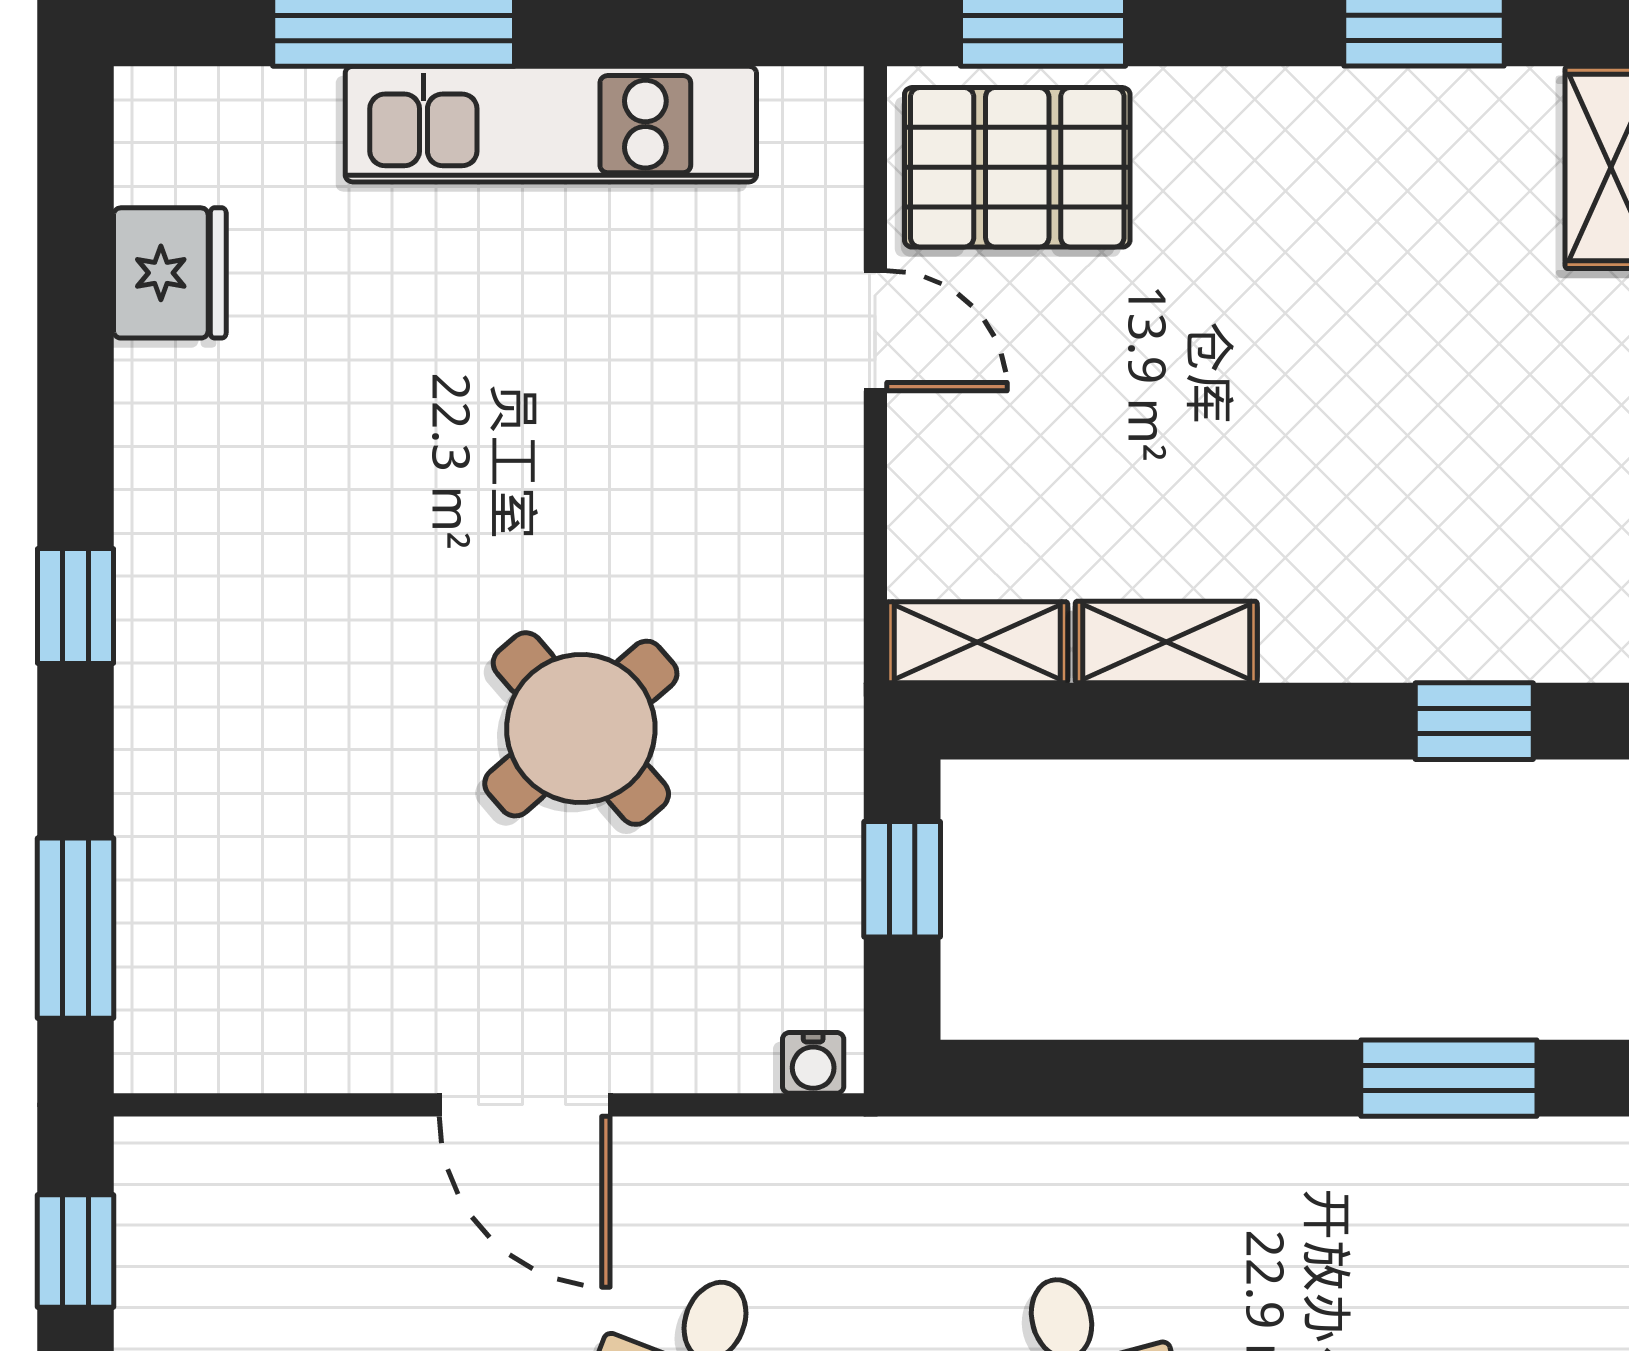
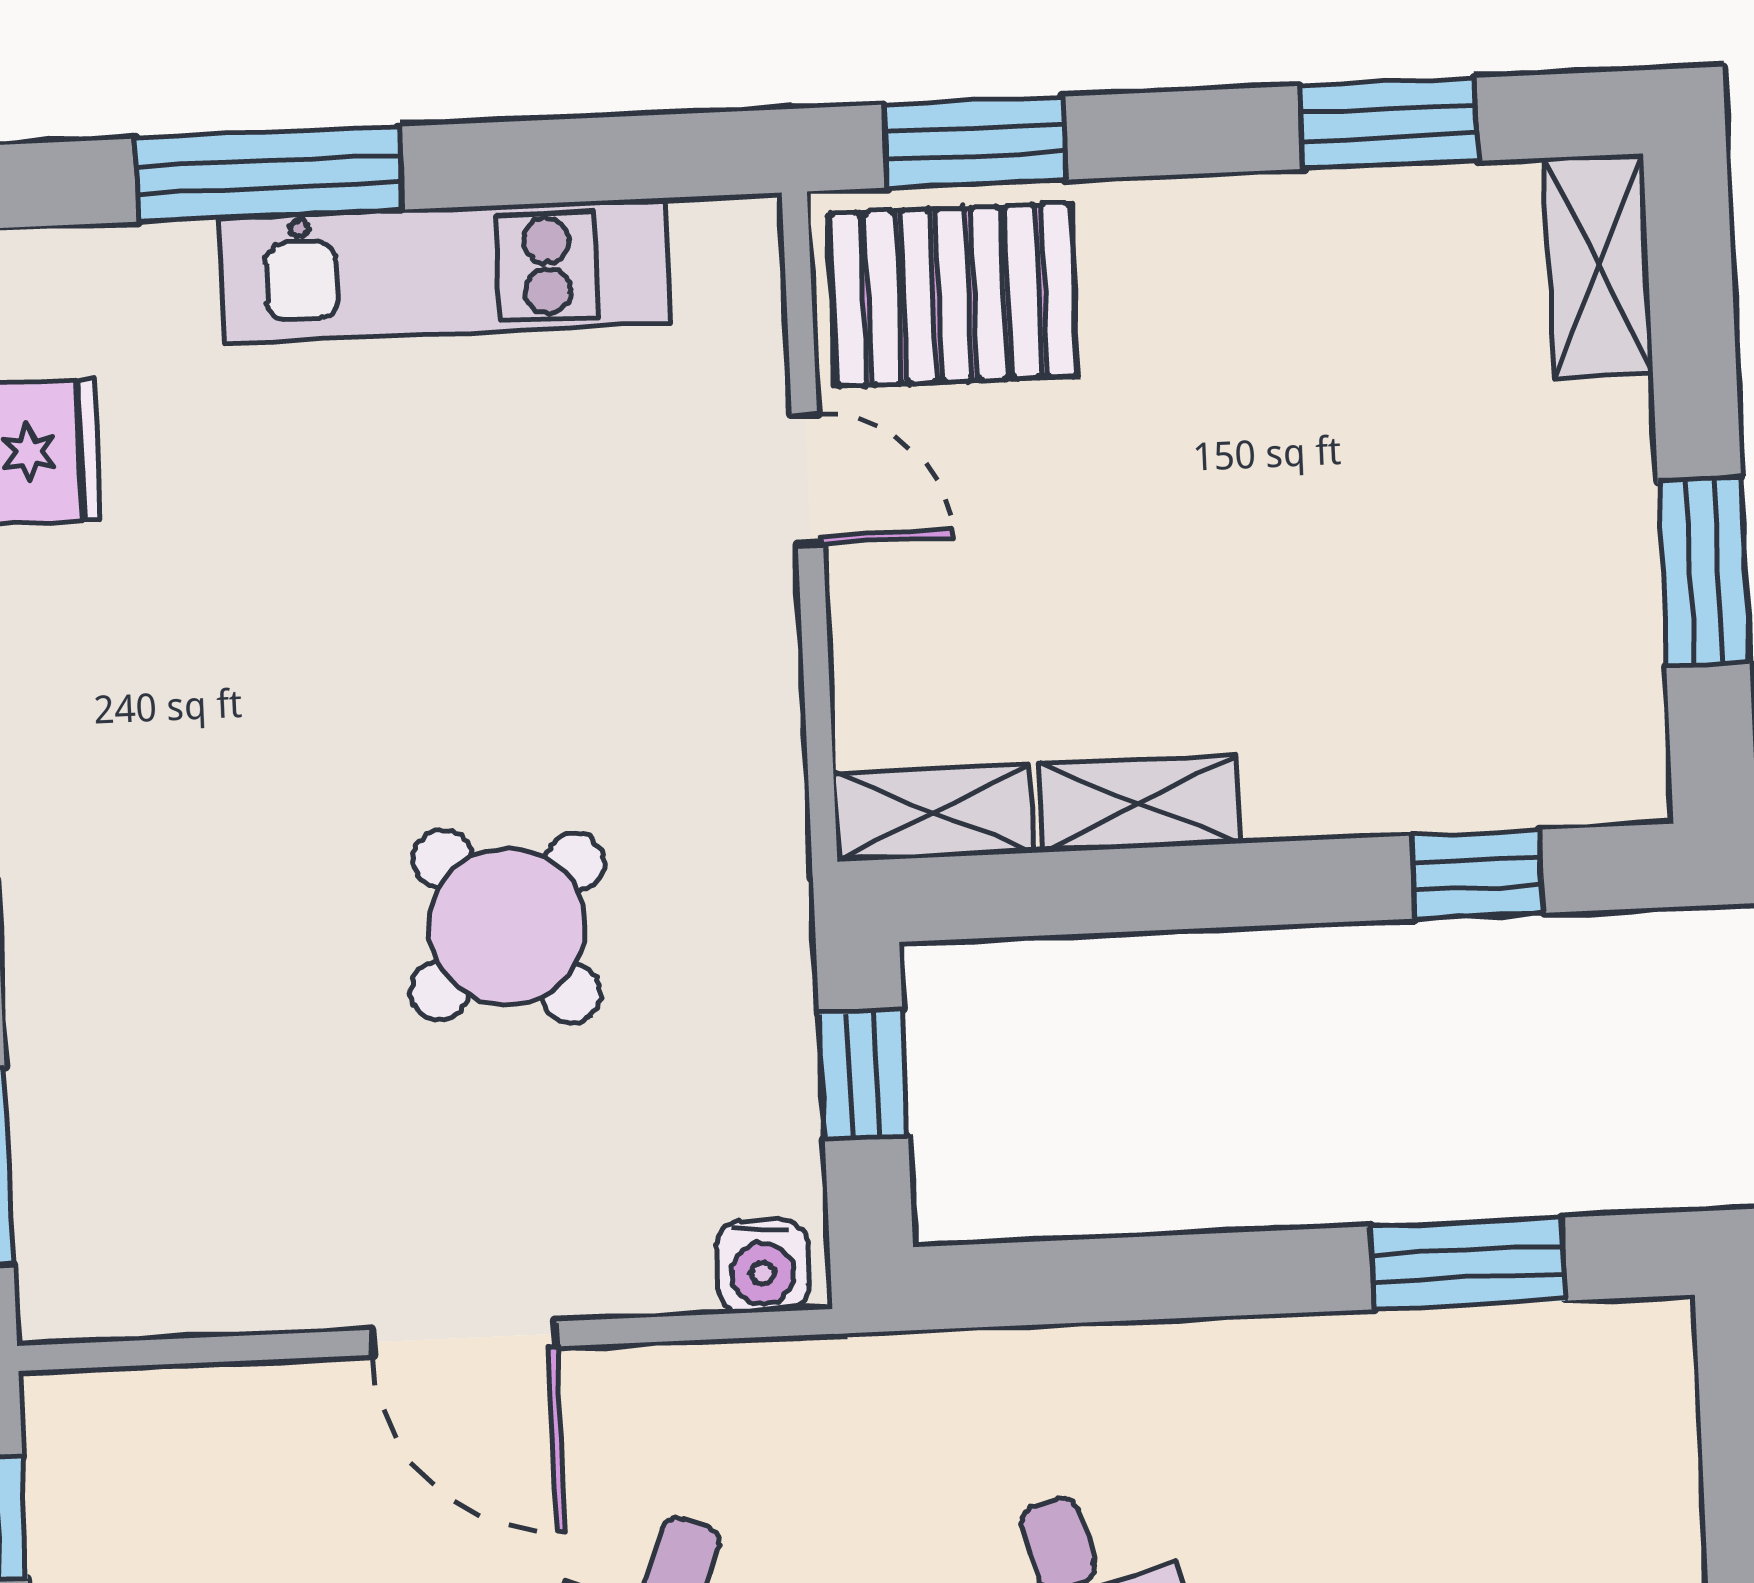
water cooler: (813, 1063) -> (763, 1266), width x1.38, depth x1.38

